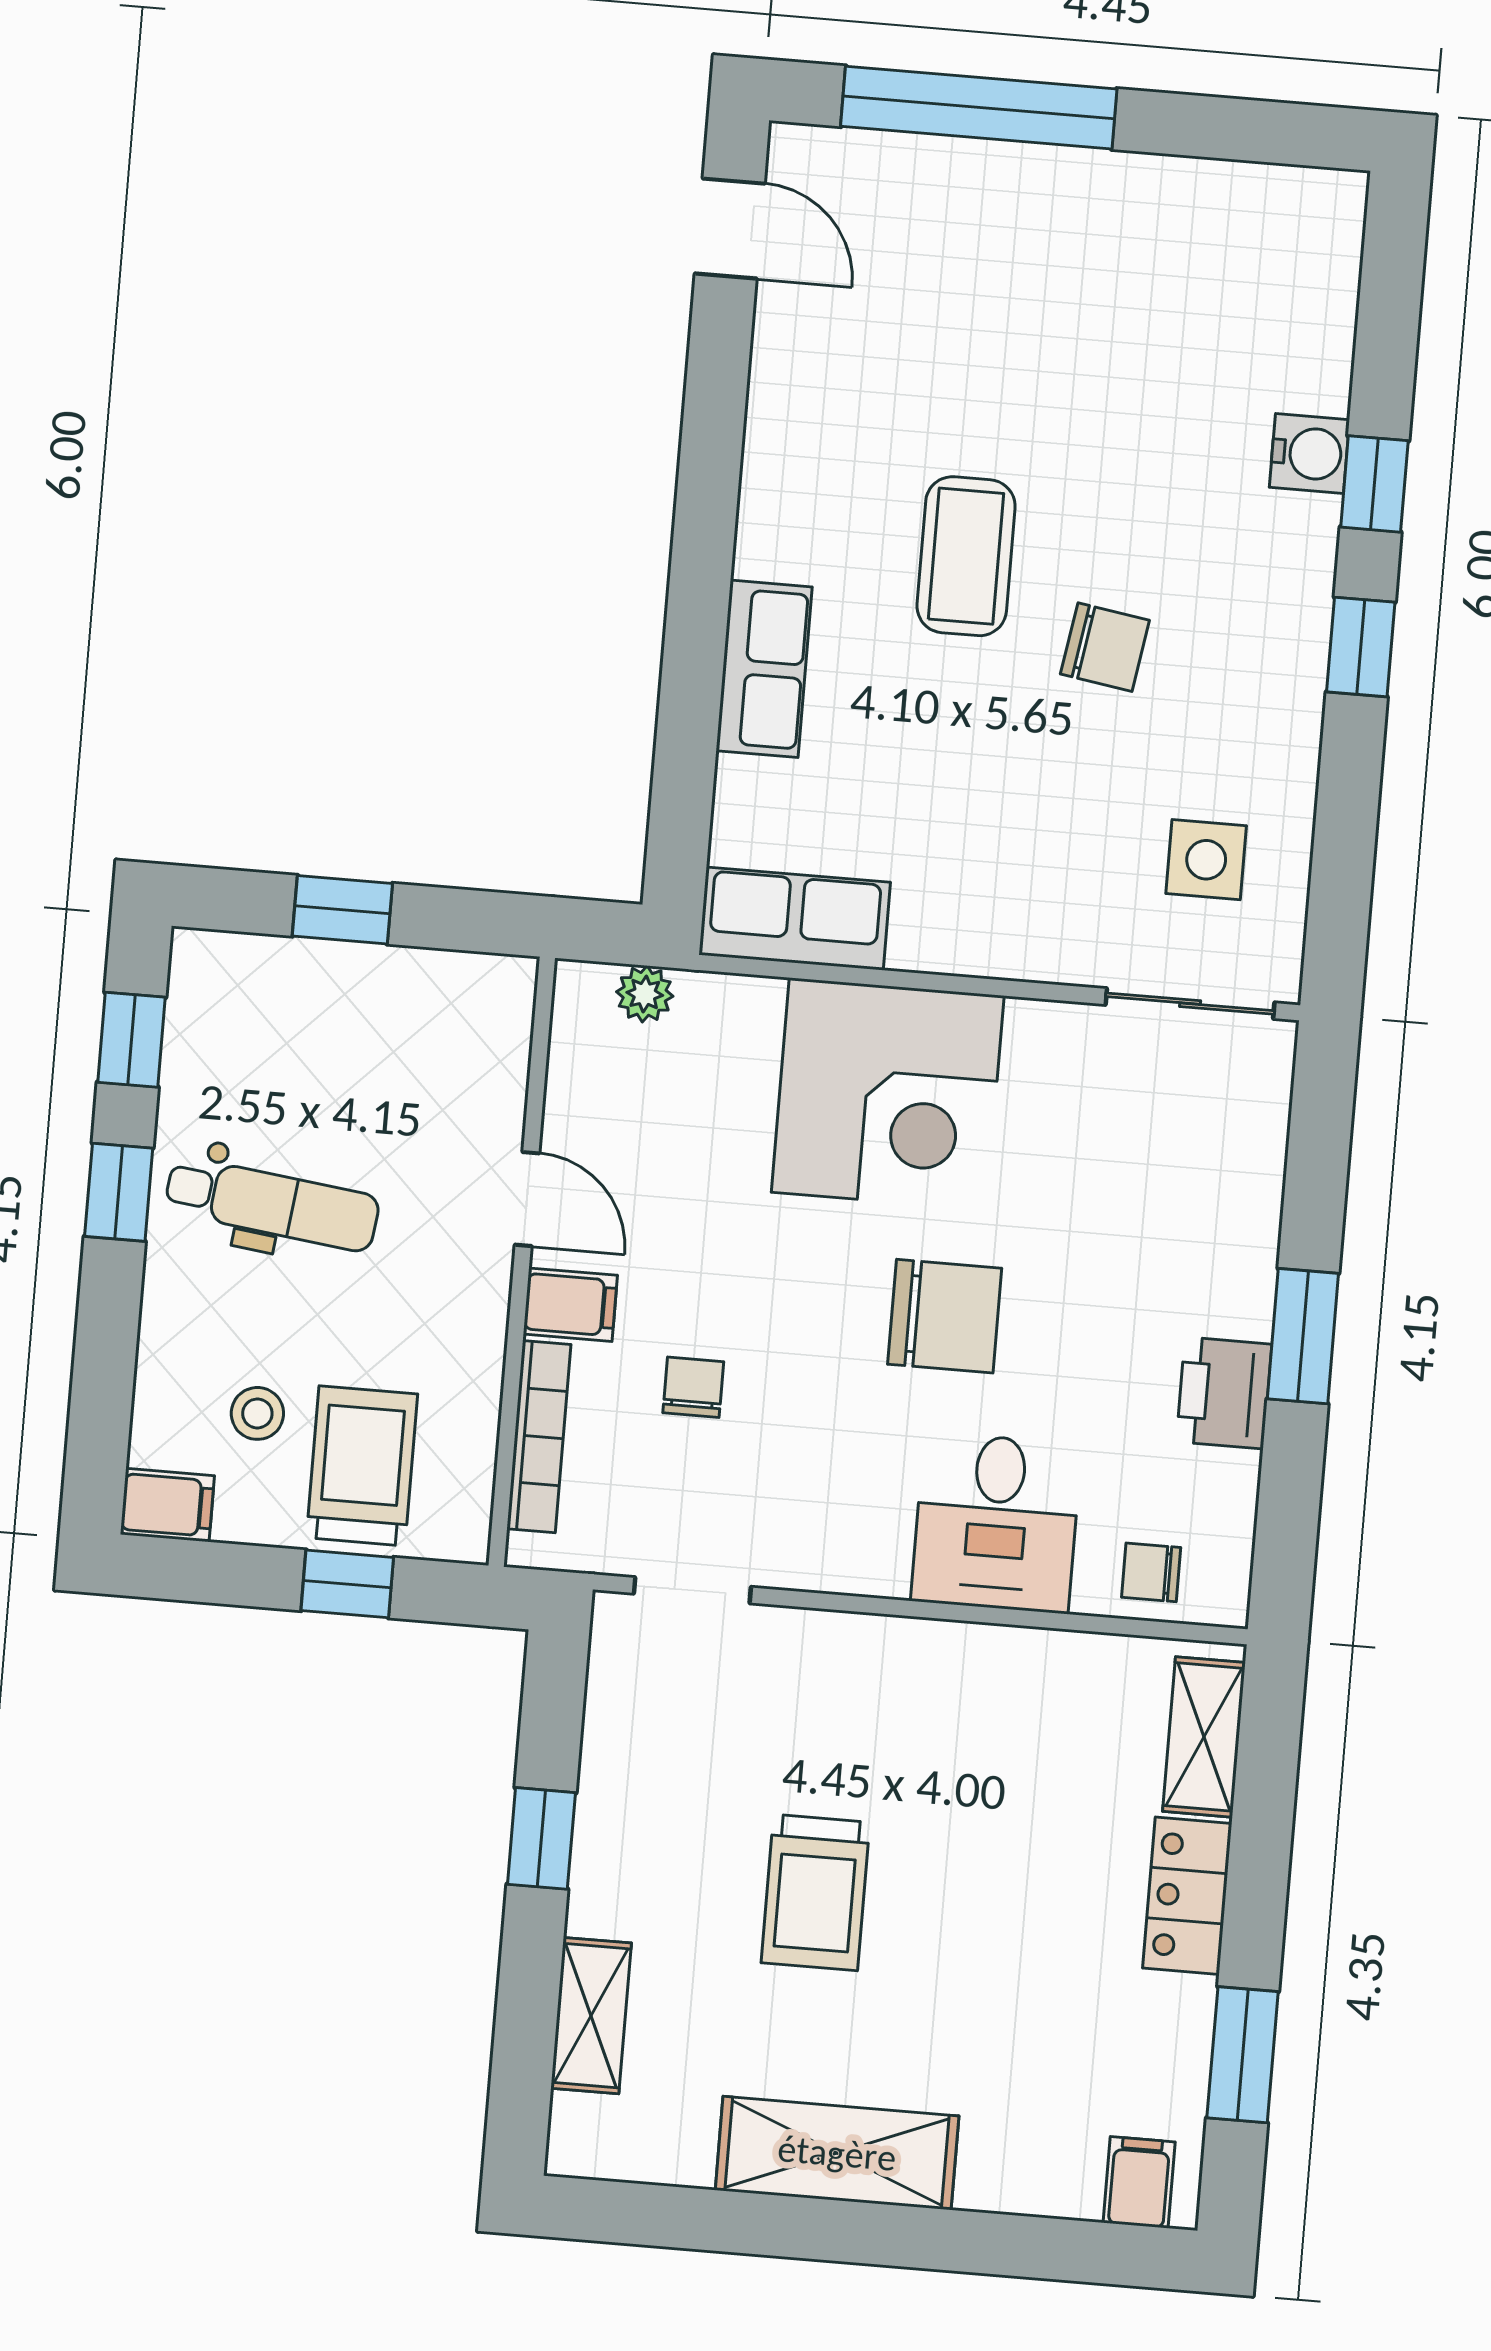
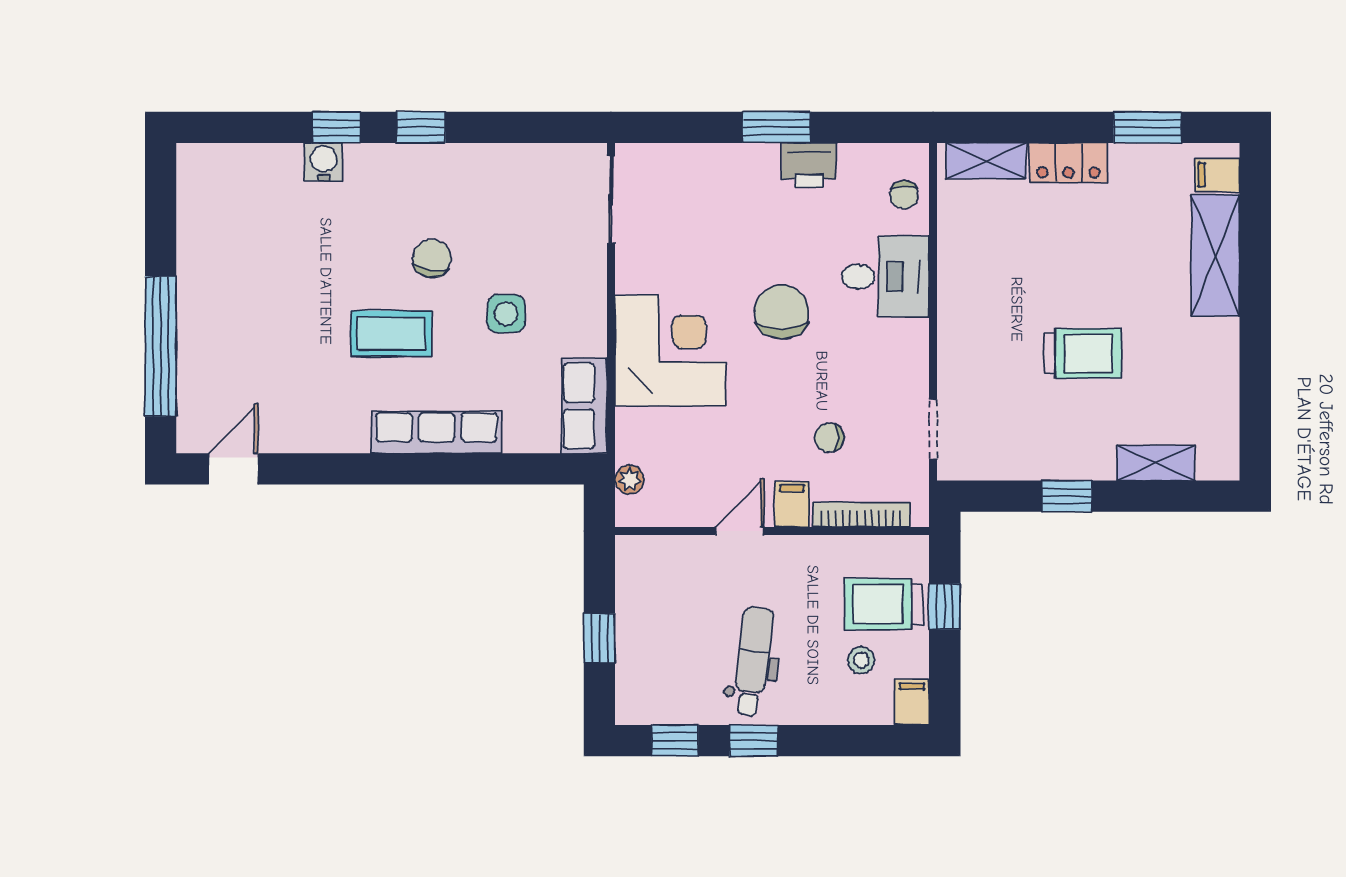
row of seats: (764, 669) -> (437, 432), width x1.48
side table: (1206, 860) -> (506, 314), moved
shelving: (837, 2153) -> (1215, 256), moved

